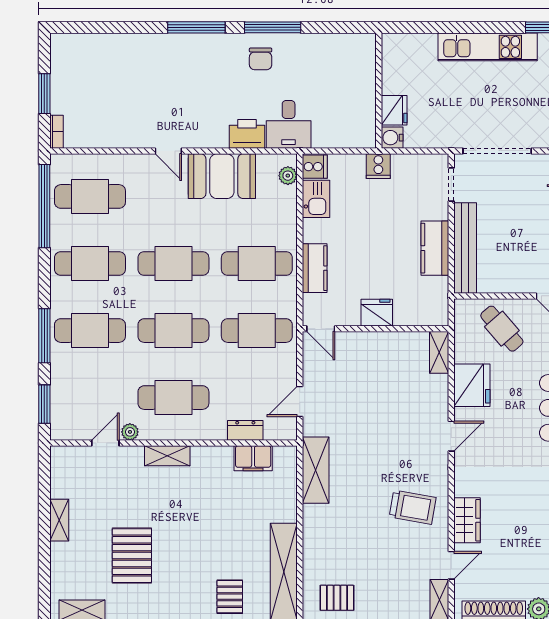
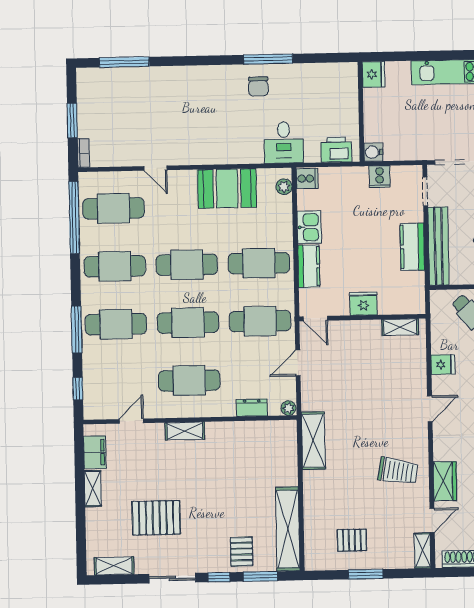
window: (196, 27) -> (124, 62), moved
fridge: (394, 110) -> (374, 74), moved
printer: (247, 134) -> (336, 150), moved
door: (168, 151) -> (155, 168), moved
cooker: (378, 166) -> (380, 177), moved
kitchen sink: (316, 199) -> (309, 227), moved
shelving: (439, 352) -> (400, 327), moved, turned 90
fridge: (472, 385) -> (443, 365), width x0.53, depth x0.75
door: (300, 402) -> (298, 363), moved
window: (44, 404) -> (78, 389), width x0.67
plant: (130, 432) -> (288, 408), moved
filing cabinet: (253, 458) -> (95, 452), moved, turned -90
pallet: (132, 556) -> (156, 518), turned 90
pallet: (337, 598) -> (352, 540), moved

